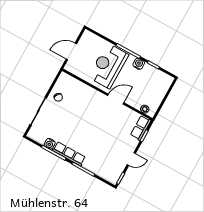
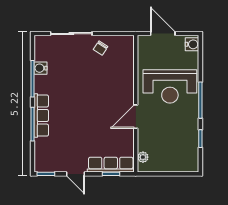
water cooler: (139, 64) -> (192, 44), moved
reception desk: (108, 66) -> (170, 86), turned 180
door: (116, 99) -> (136, 117), swing flipped
row of seats: (141, 128) -> (111, 165), width x1.48
row of seats: (69, 154) -> (41, 116), moved

